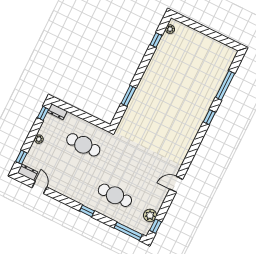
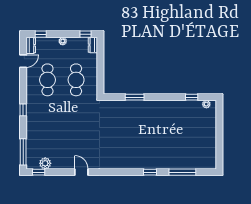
cafe table: (115, 195) -> (47, 80), moved

